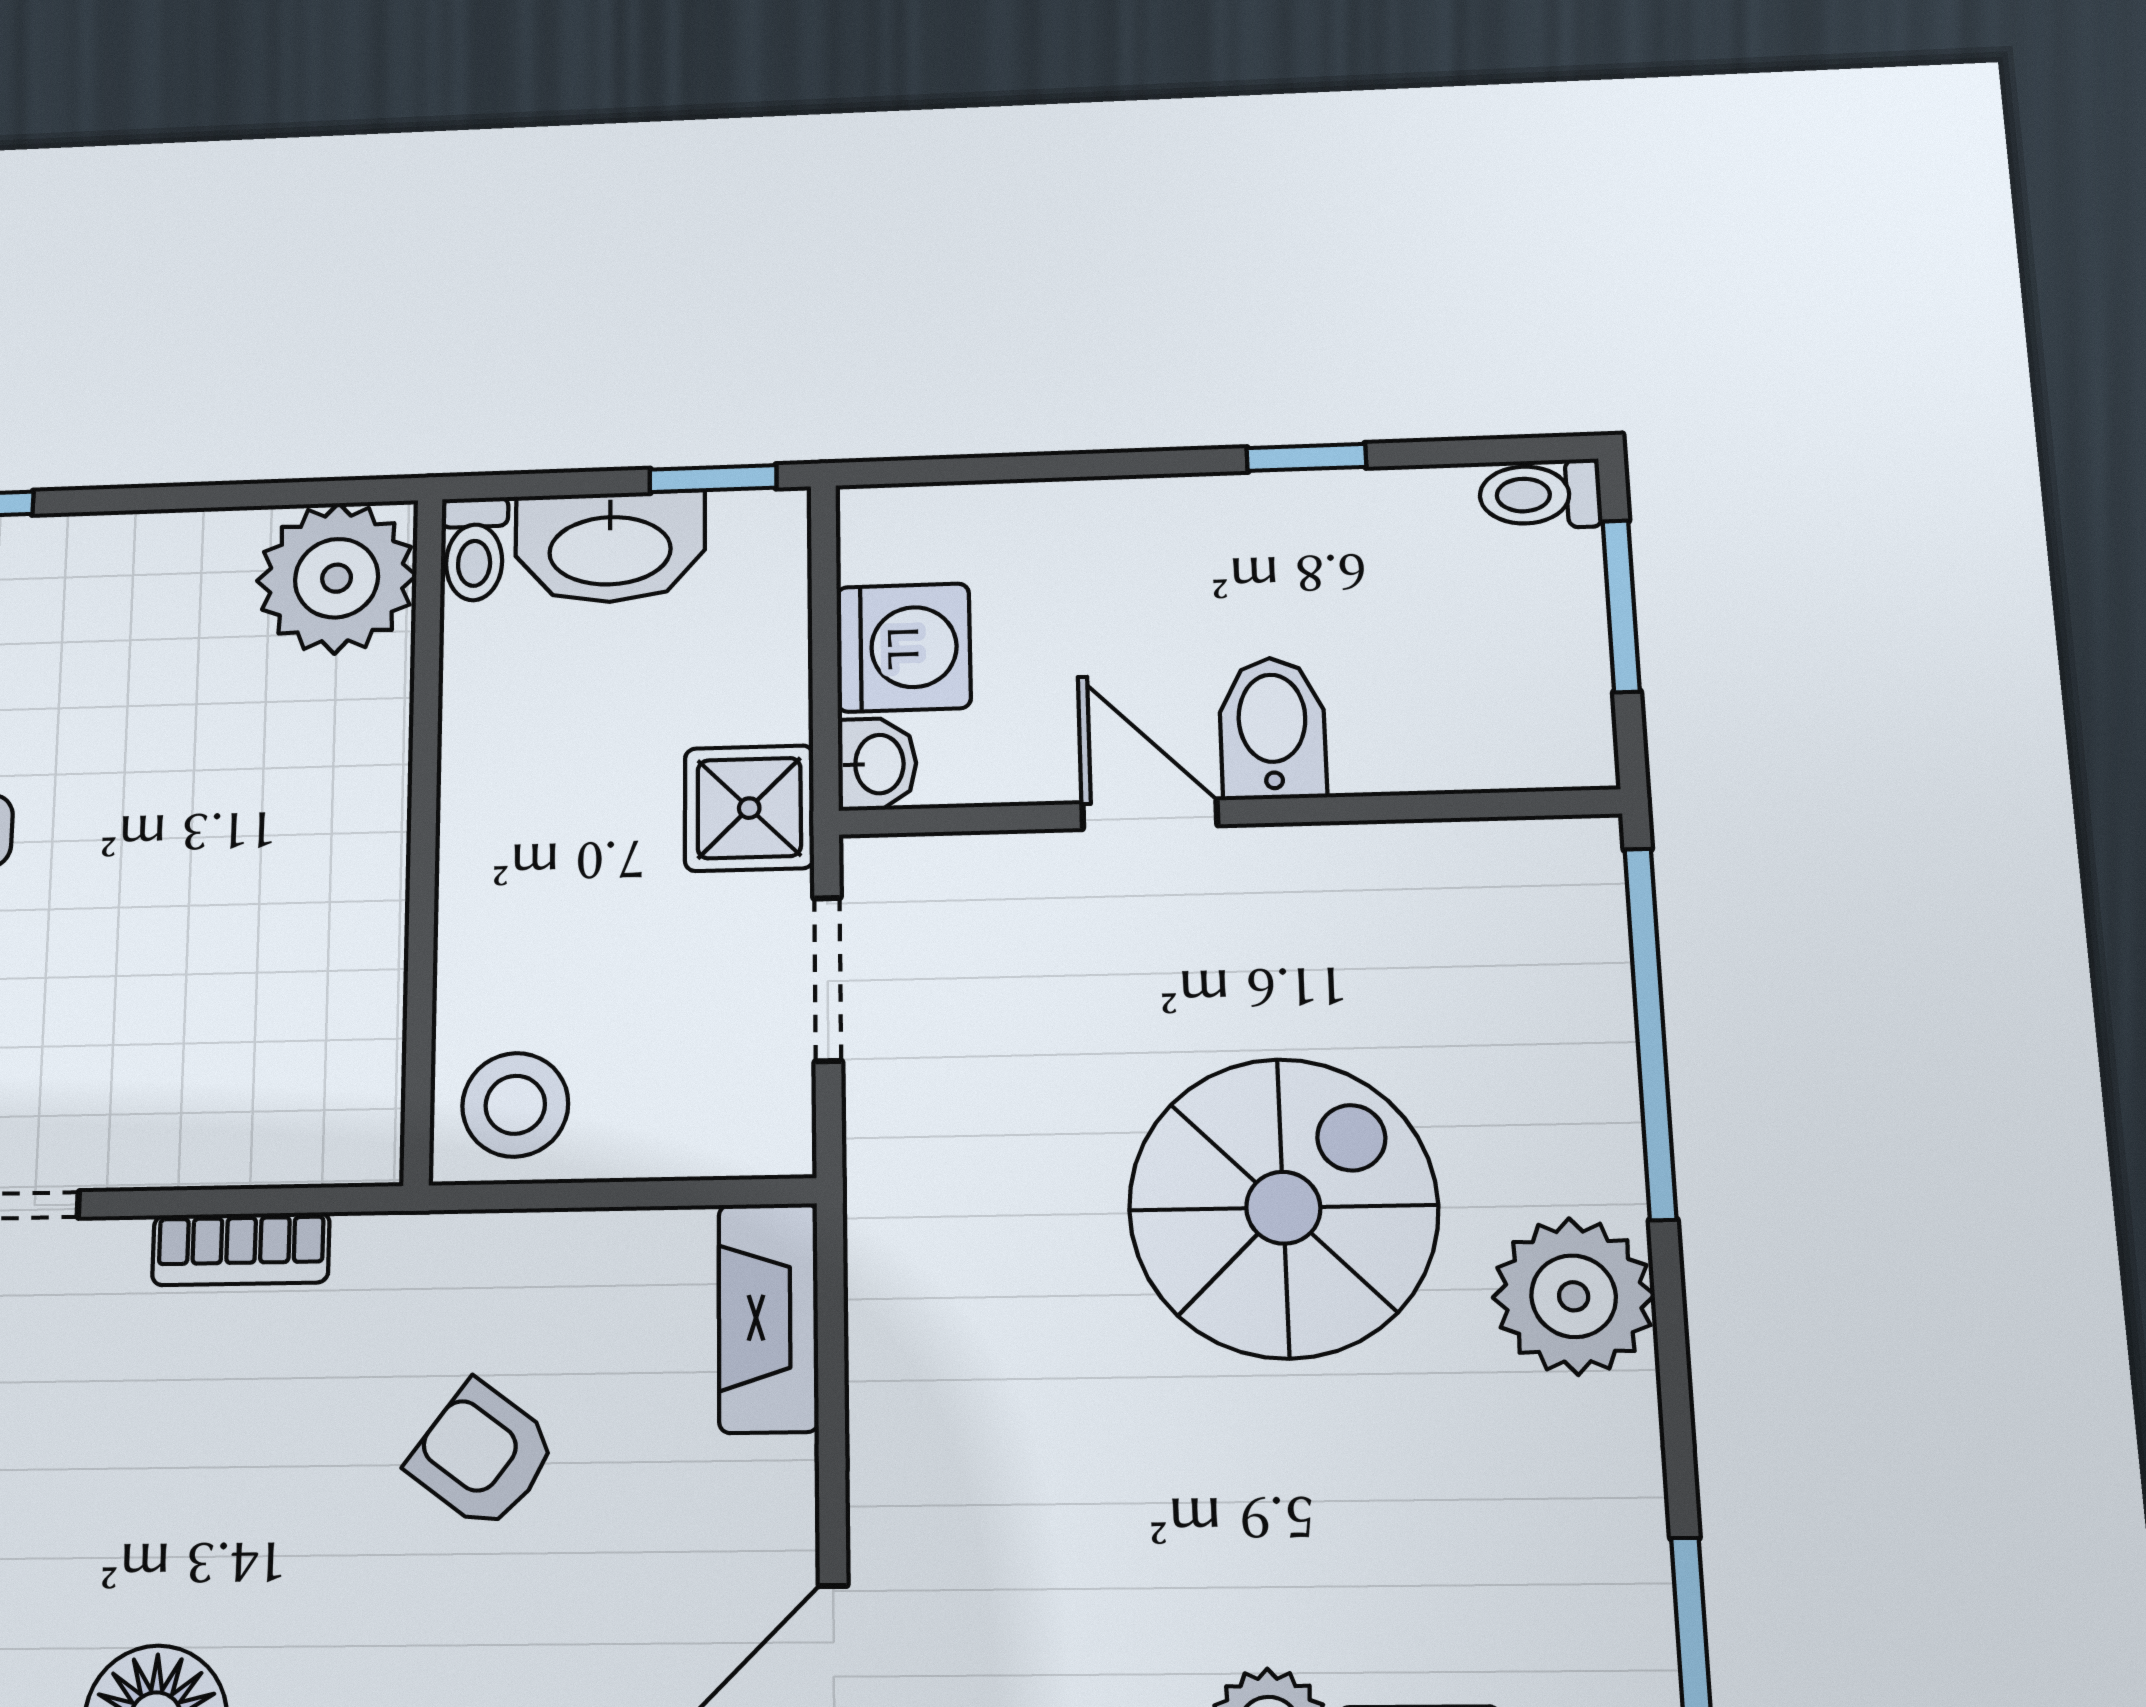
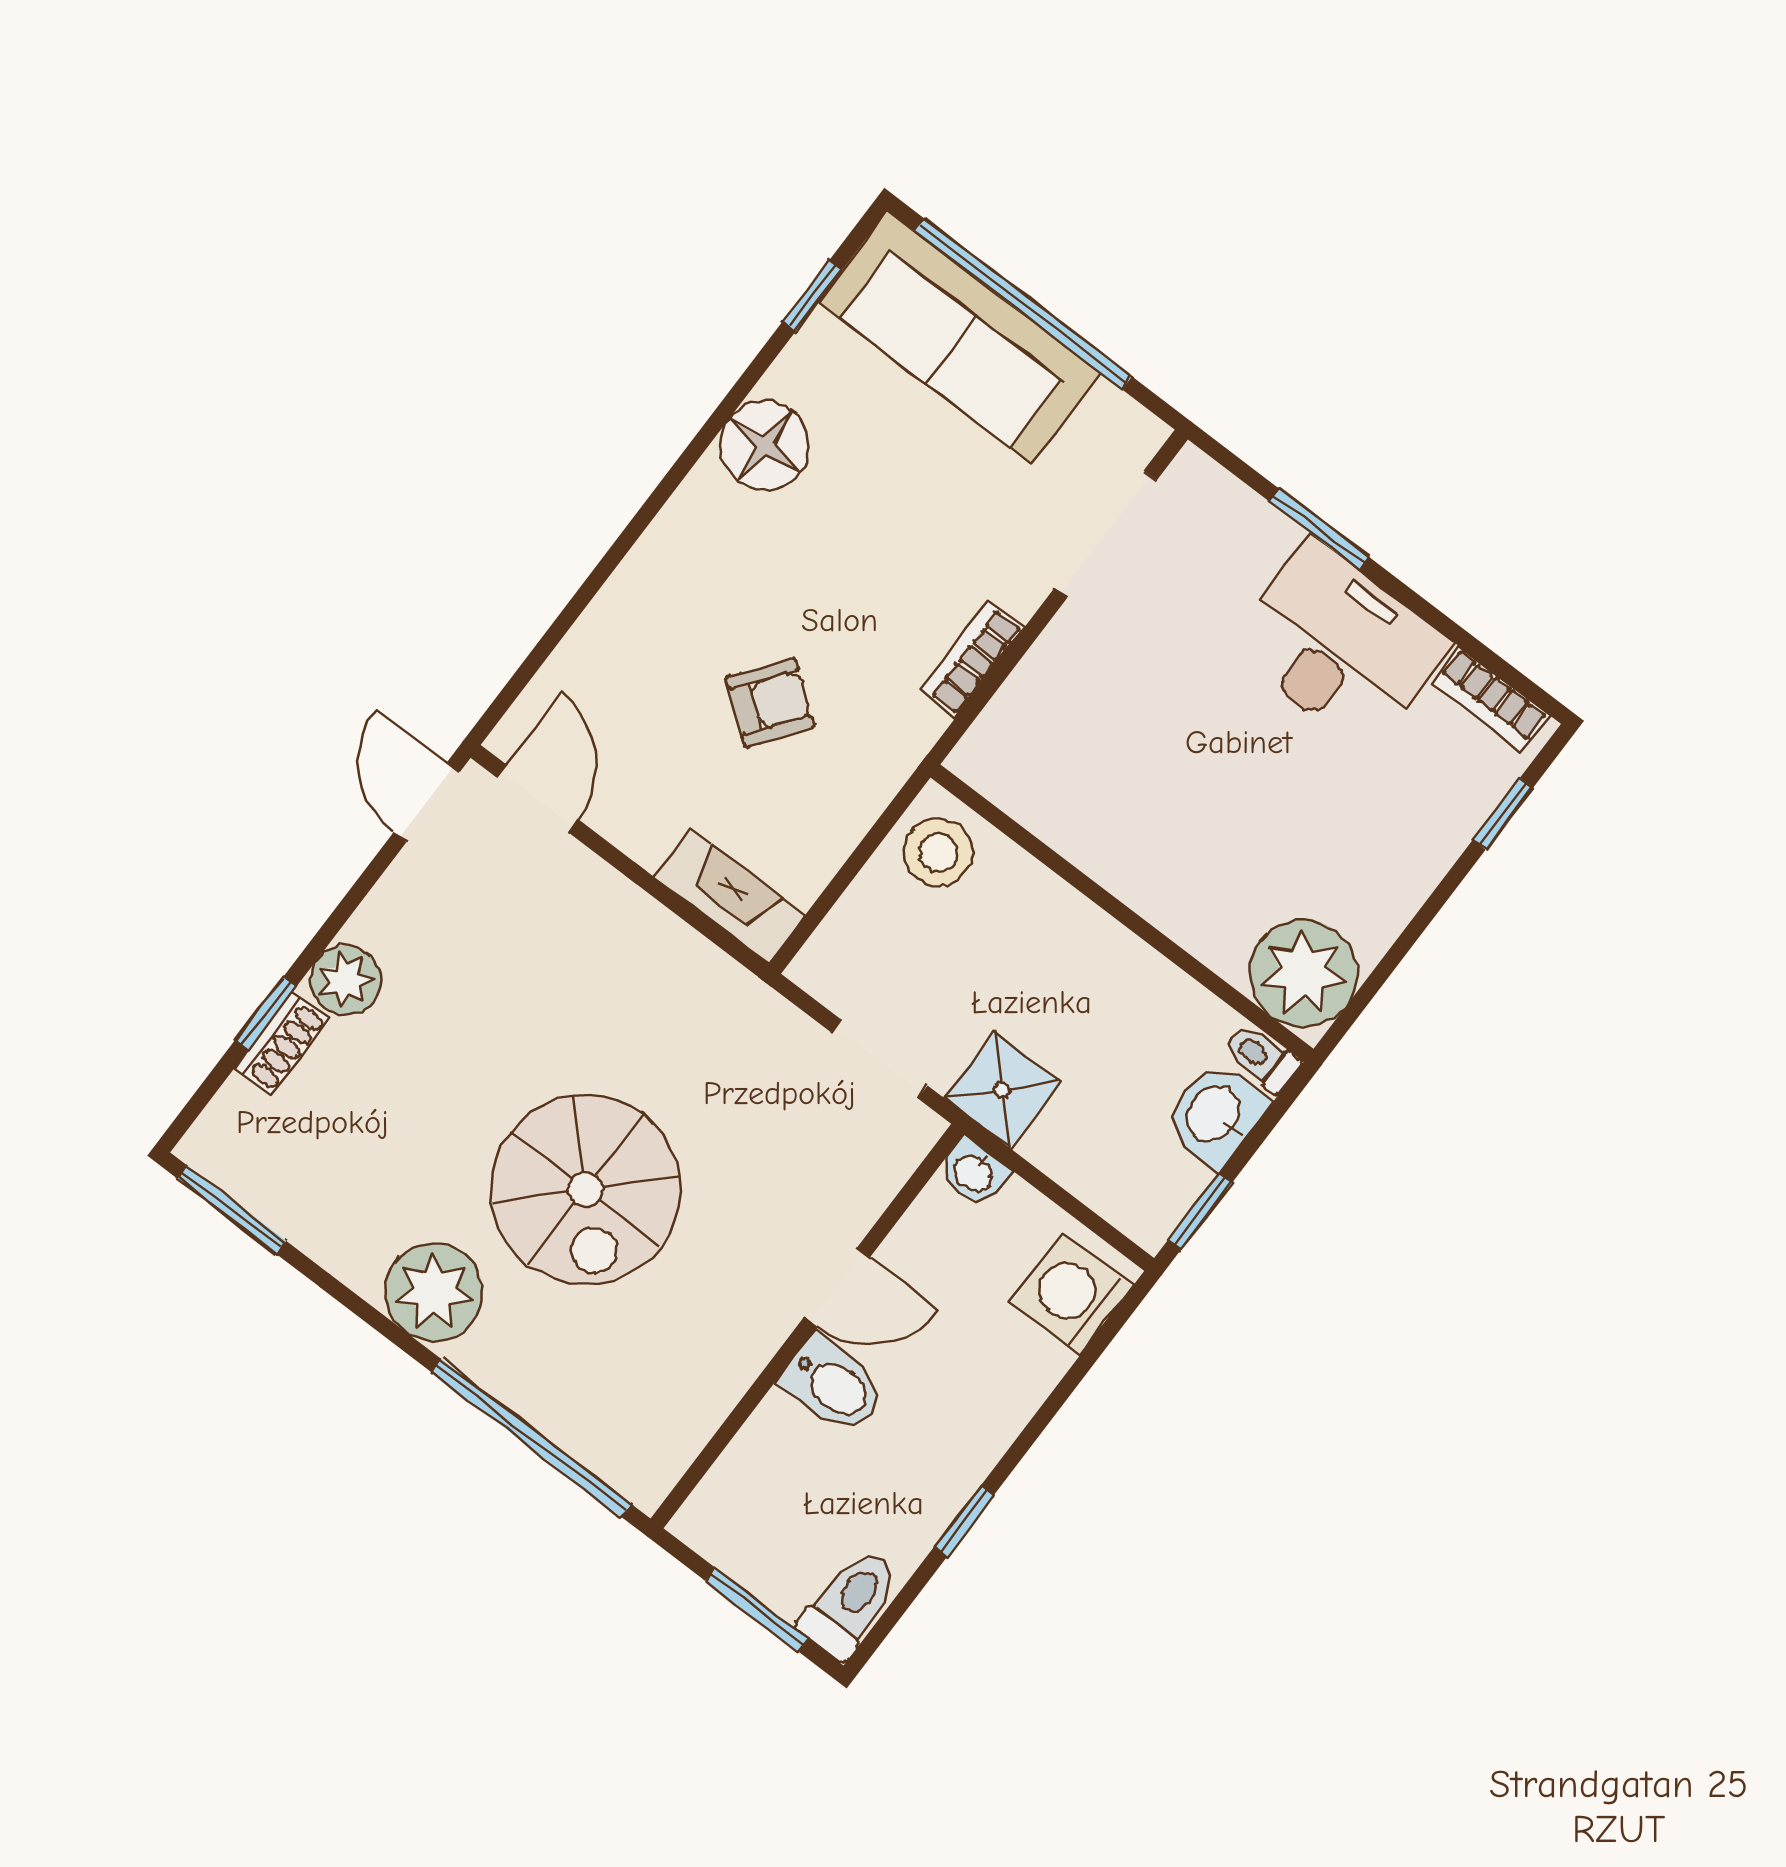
toilet: (1540, 494) -> (850, 1604), width x1.37, depth x1.39
washbasin: (610, 548) -> (1215, 1114), width x0.72
washing machine: (903, 648) -> (1072, 1294), moved, turned 90

